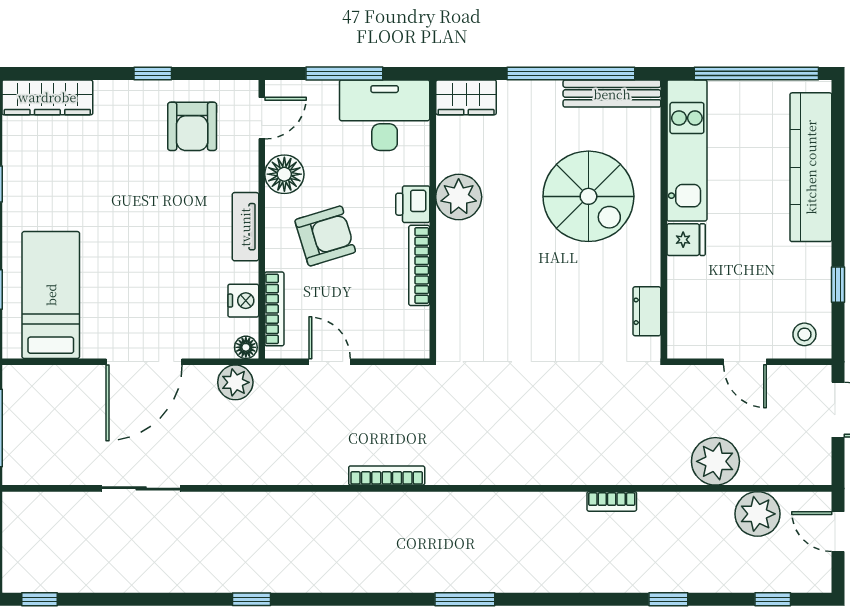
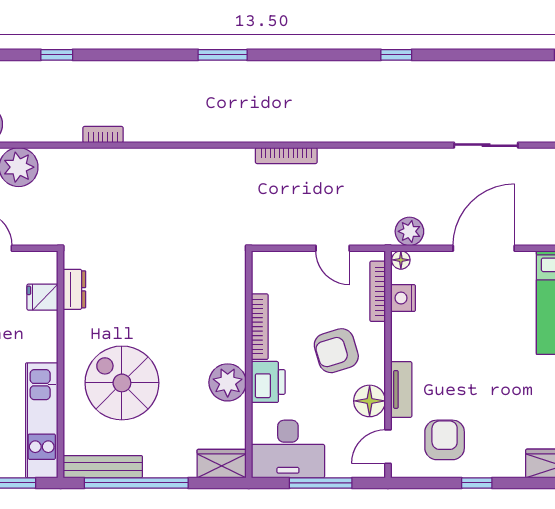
printer: (413, 204) -> (268, 382), width x1.36, depth x1.24
tv unit: (245, 227) -> (401, 389), moved
fridge: (686, 240) -> (42, 297), moved

